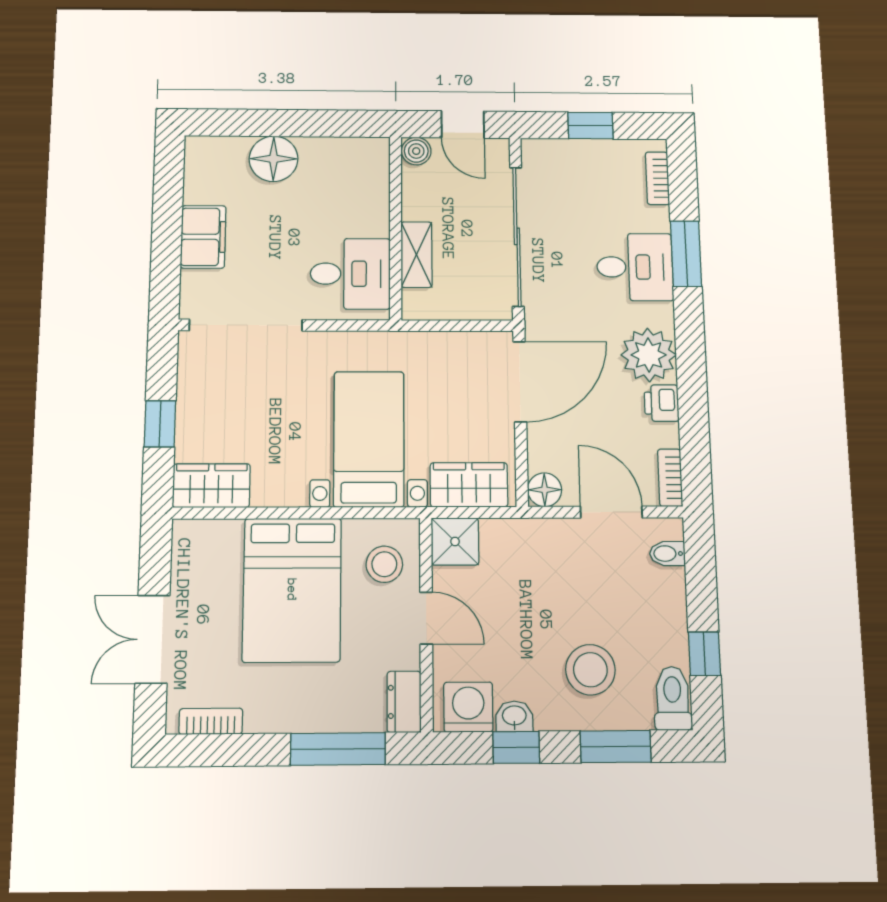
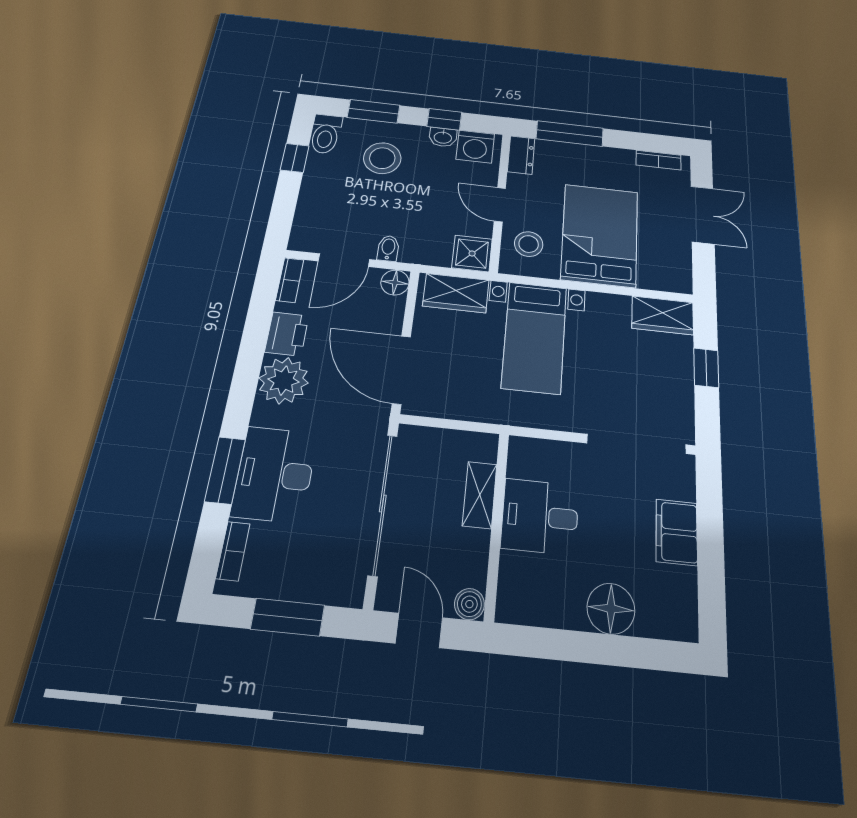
window: (590, 126) -> (288, 617), width x1.50
desk: (635, 267) -> (275, 474), width x1.37
desk: (350, 274) -> (540, 516), moved
door: (520, 382) -> (401, 370), hinge flipped
printer: (662, 403) -> (287, 334), width x1.36, depth x1.24
door: (611, 512) -> (344, 260), hinge flipped
bidet: (667, 554) -> (388, 248), moved, turned -90

